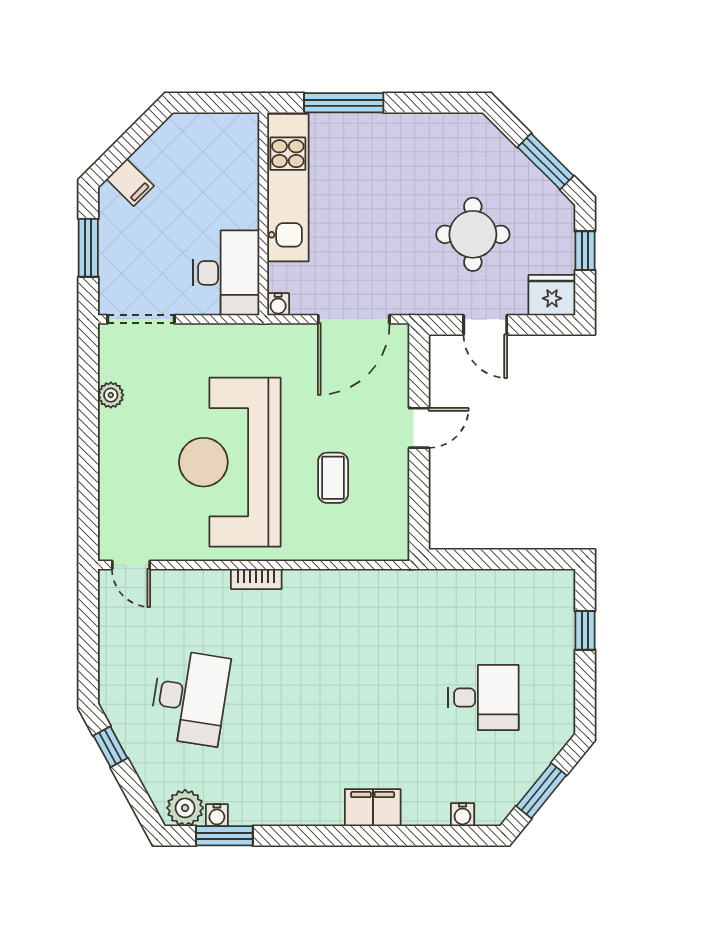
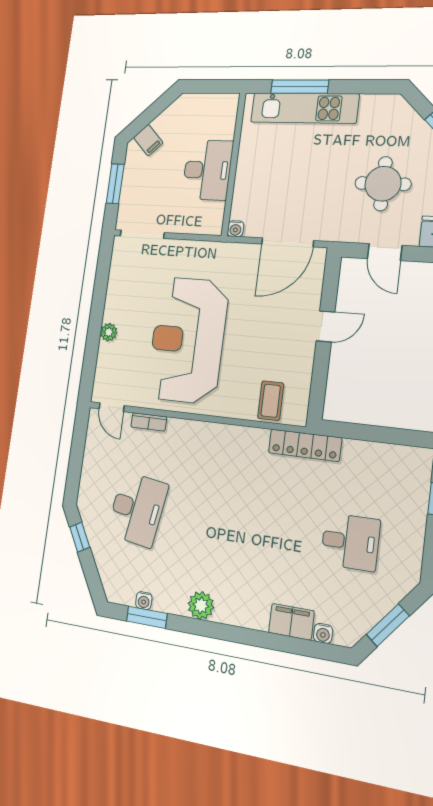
kitchen unit: (288, 188) -> (304, 108), moved, turned 90
desk: (226, 273) -> (207, 170), moved
plant: (111, 395) -> (109, 332), moved
coffee table: (333, 478) -> (271, 401), moved
bookcase: (256, 579) -> (149, 422), moved
locker: (411, 584) -> (305, 445), added
plant: (185, 808) -> (201, 605), moved
filing cabinet: (373, 808) -> (291, 622), moved

